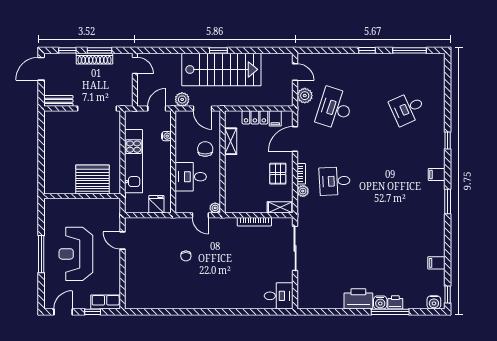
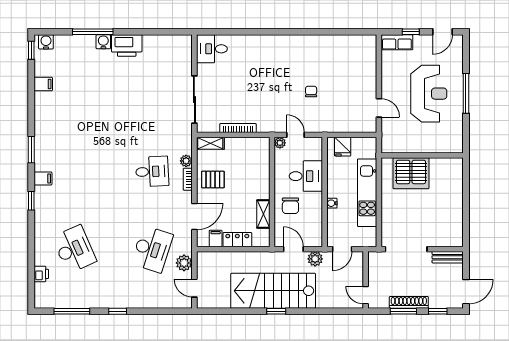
desk: (407, 108) -> (74, 249), width x1.37
water cooler: (166, 136) -> (332, 203), moved
window: (448, 140) -> (31, 201), moved
pallet: (278, 174) -> (213, 179), turned 90
printer: (395, 302) -> (41, 274), moved, turned -90

